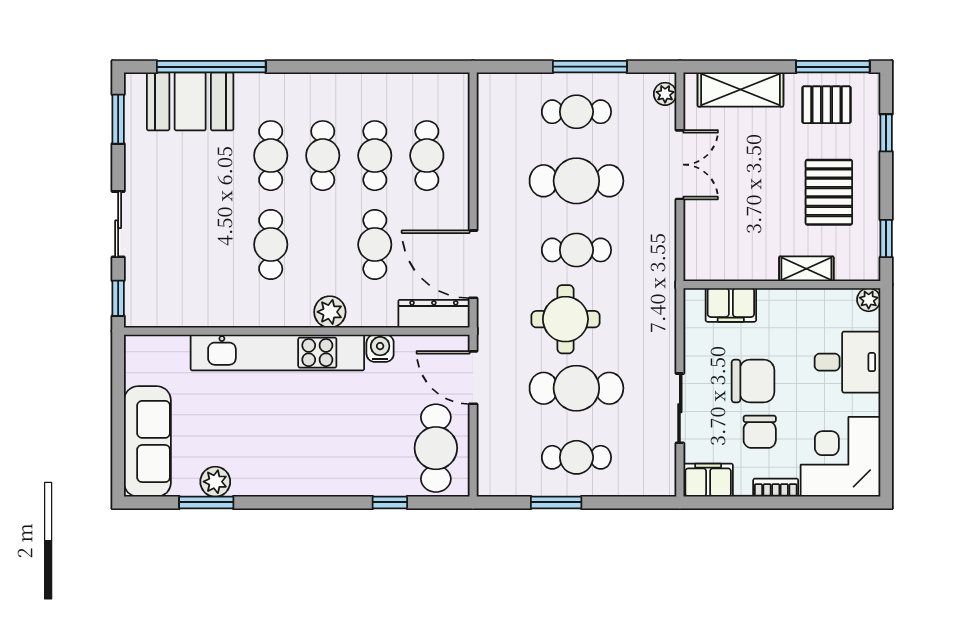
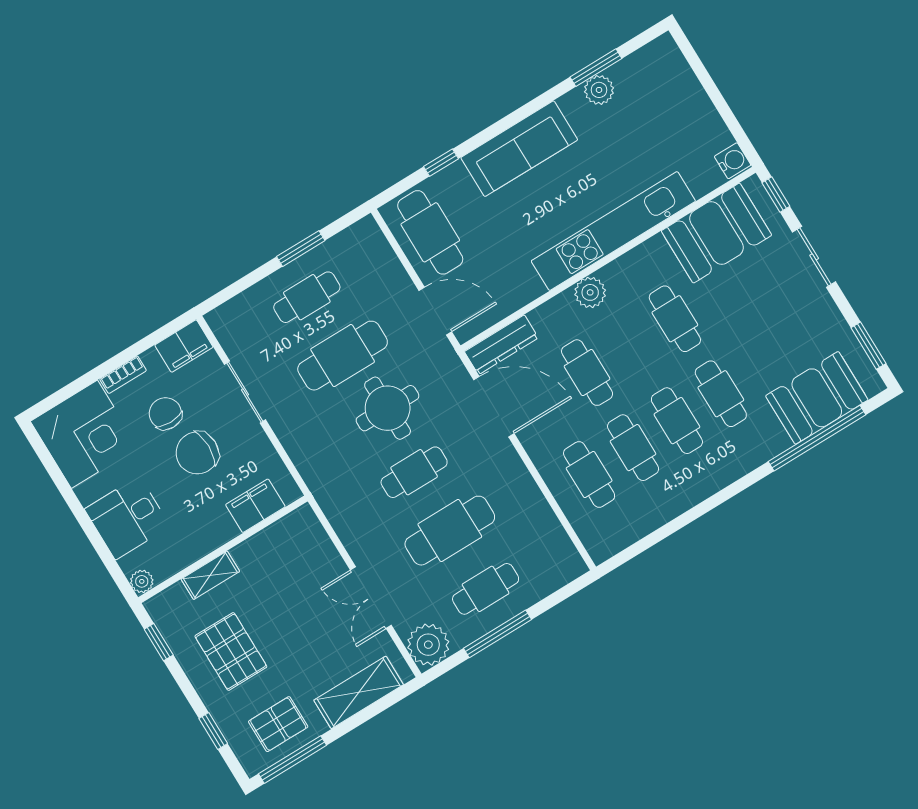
plant: (665, 94) -> (428, 645), width x1.88, depth x1.88
booth: (190, 296) -> (716, 233), added
water cooler: (380, 348) -> (733, 161), moved, turned -90
sofa: (147, 441) -> (519, 149), moved, turned -90

